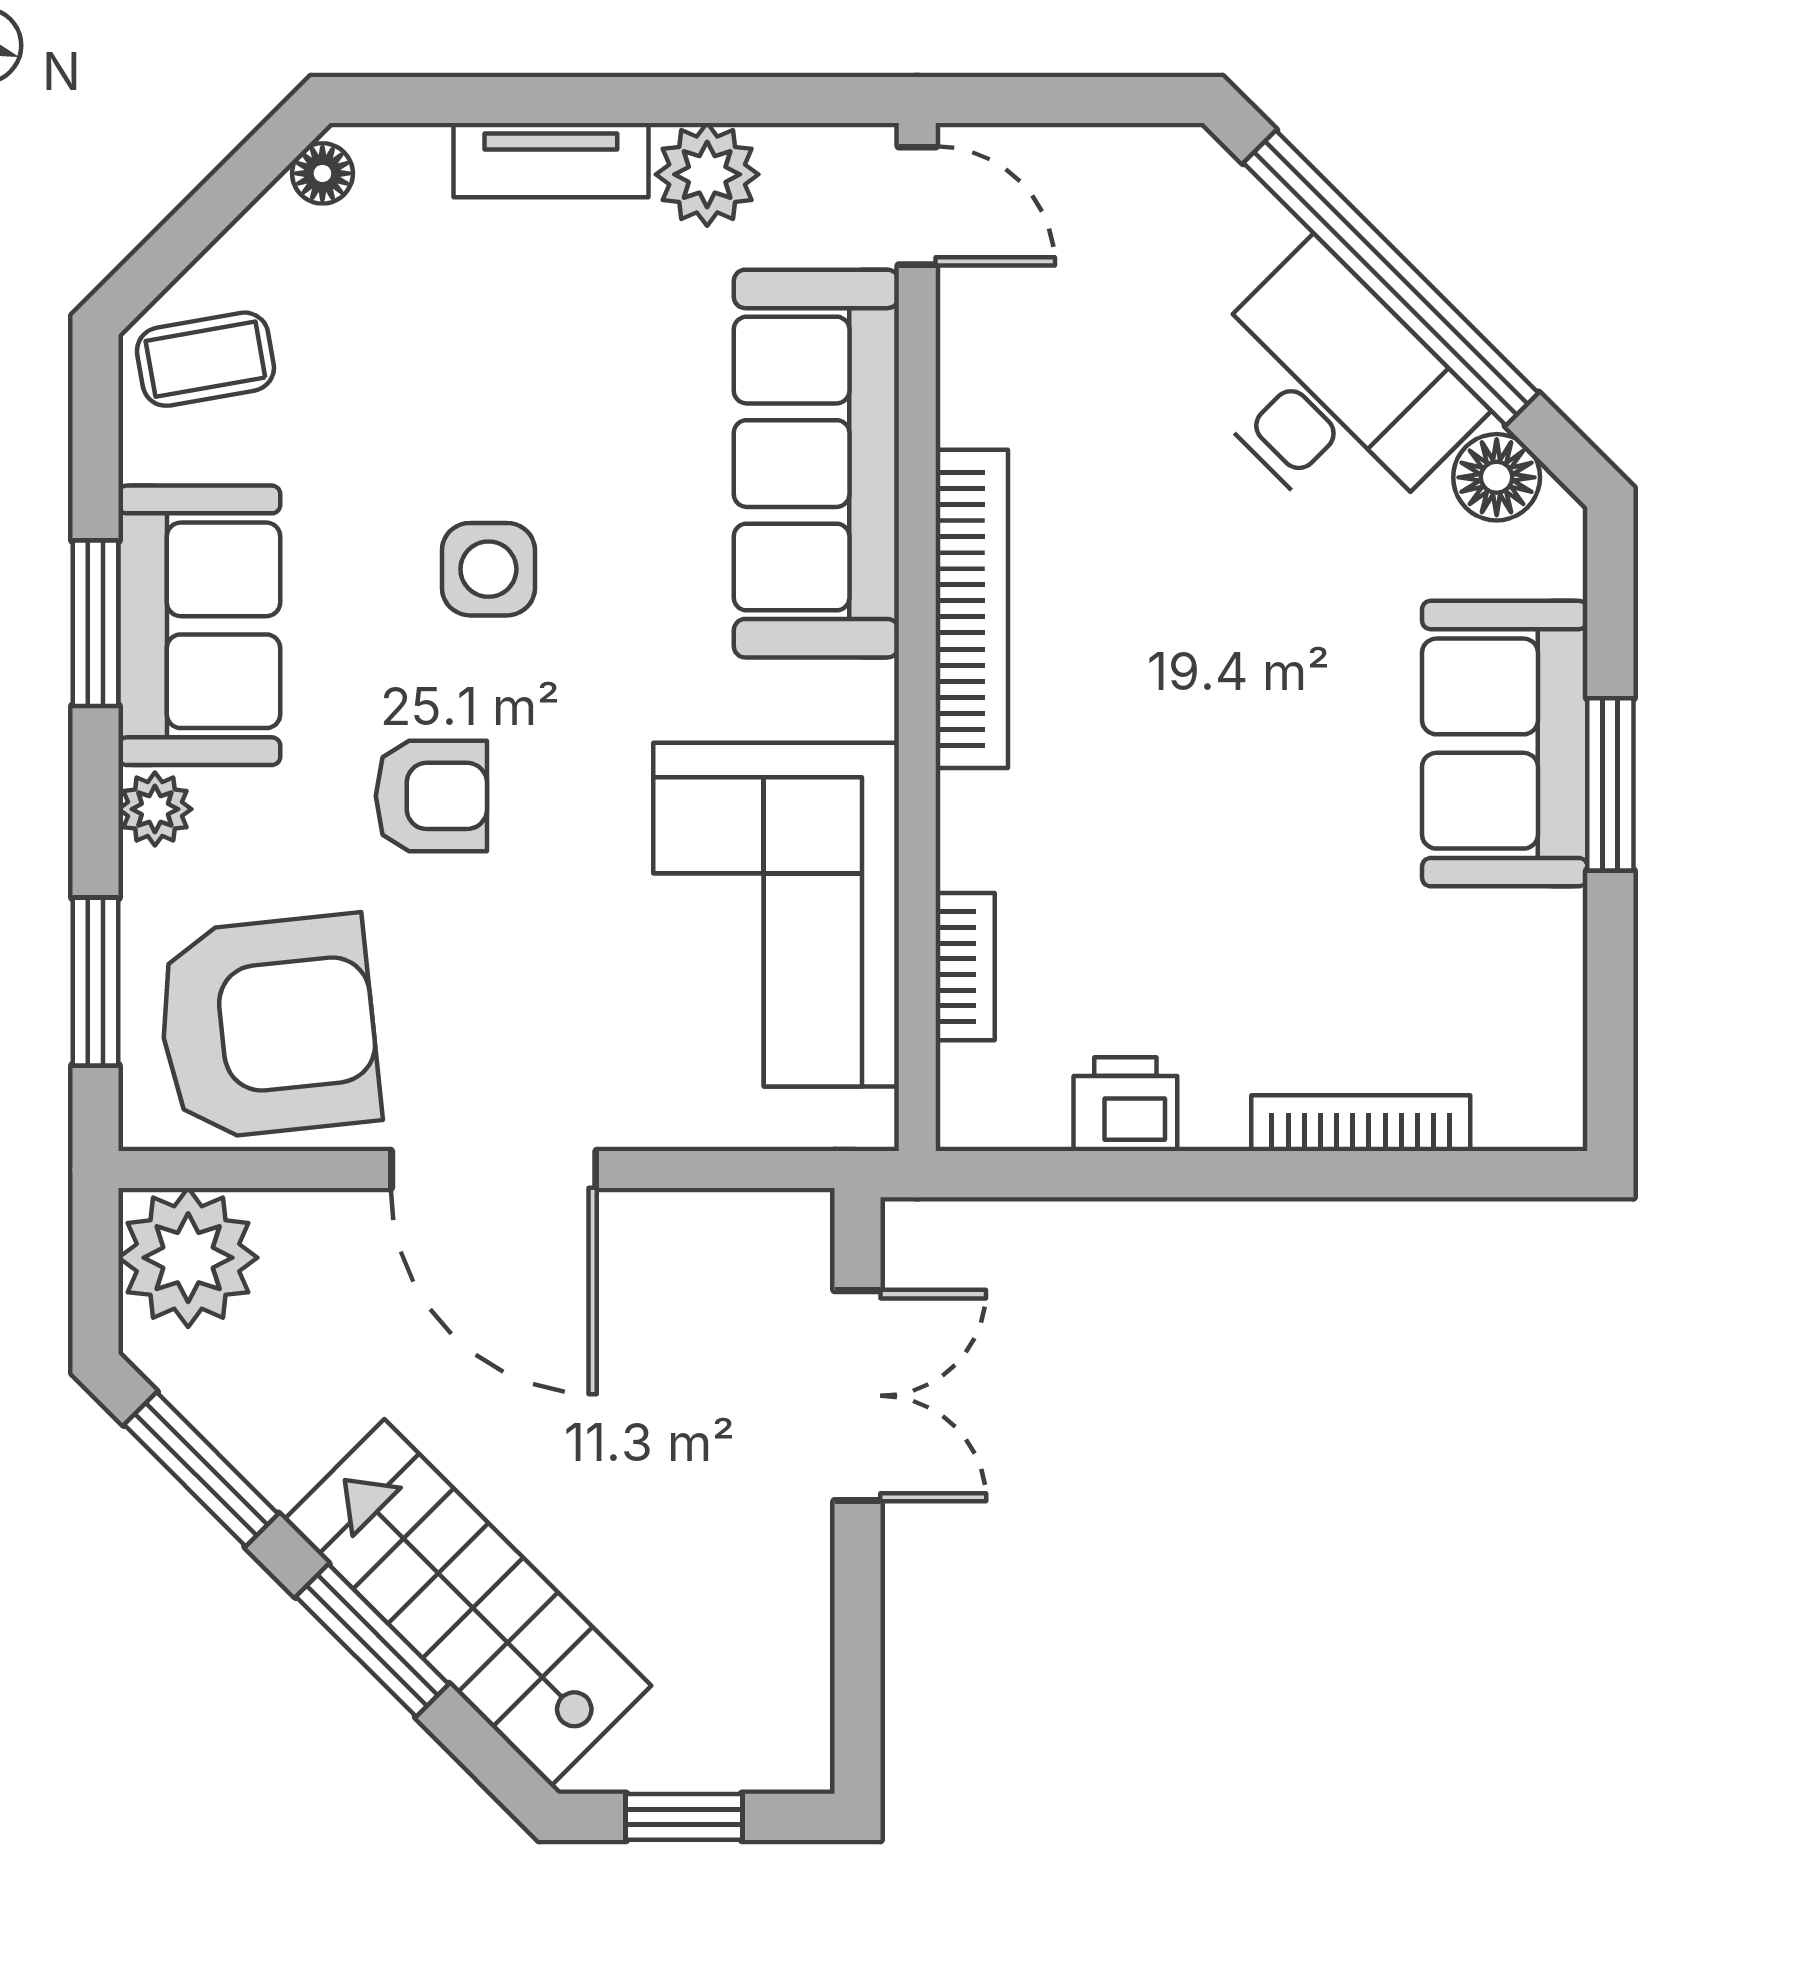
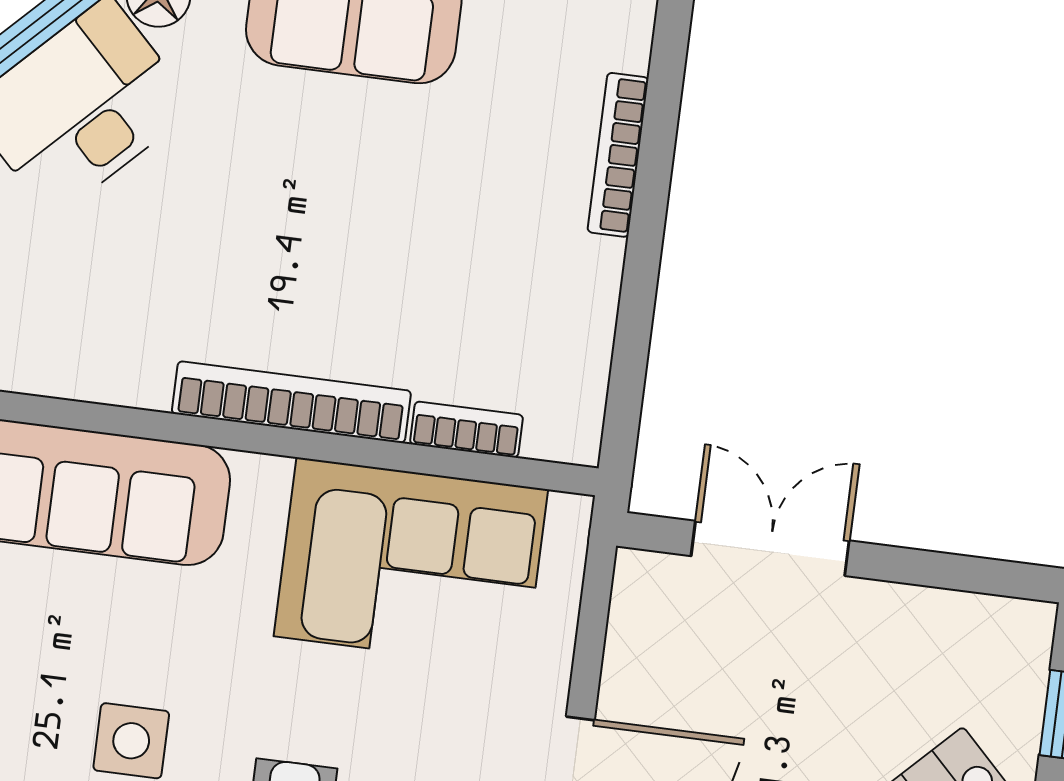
bookcase: (972, 609) -> (291, 402), moved
printer: (1125, 1104) -> (582, 325), removed

